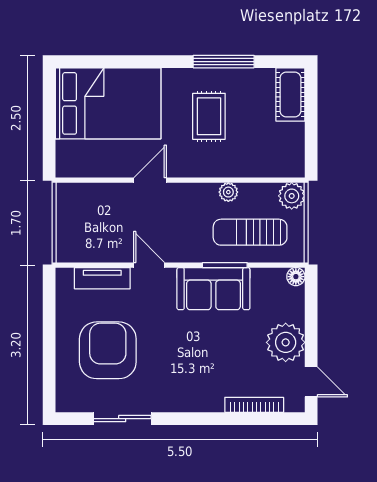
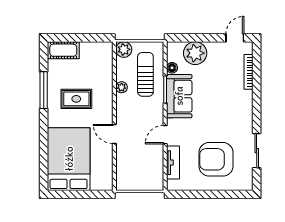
sun lounger: (250, 232) -> (145, 74), turned 180
floor lamp: (296, 277) -> (172, 68), moved
plant: (286, 342) -> (195, 53), moved

